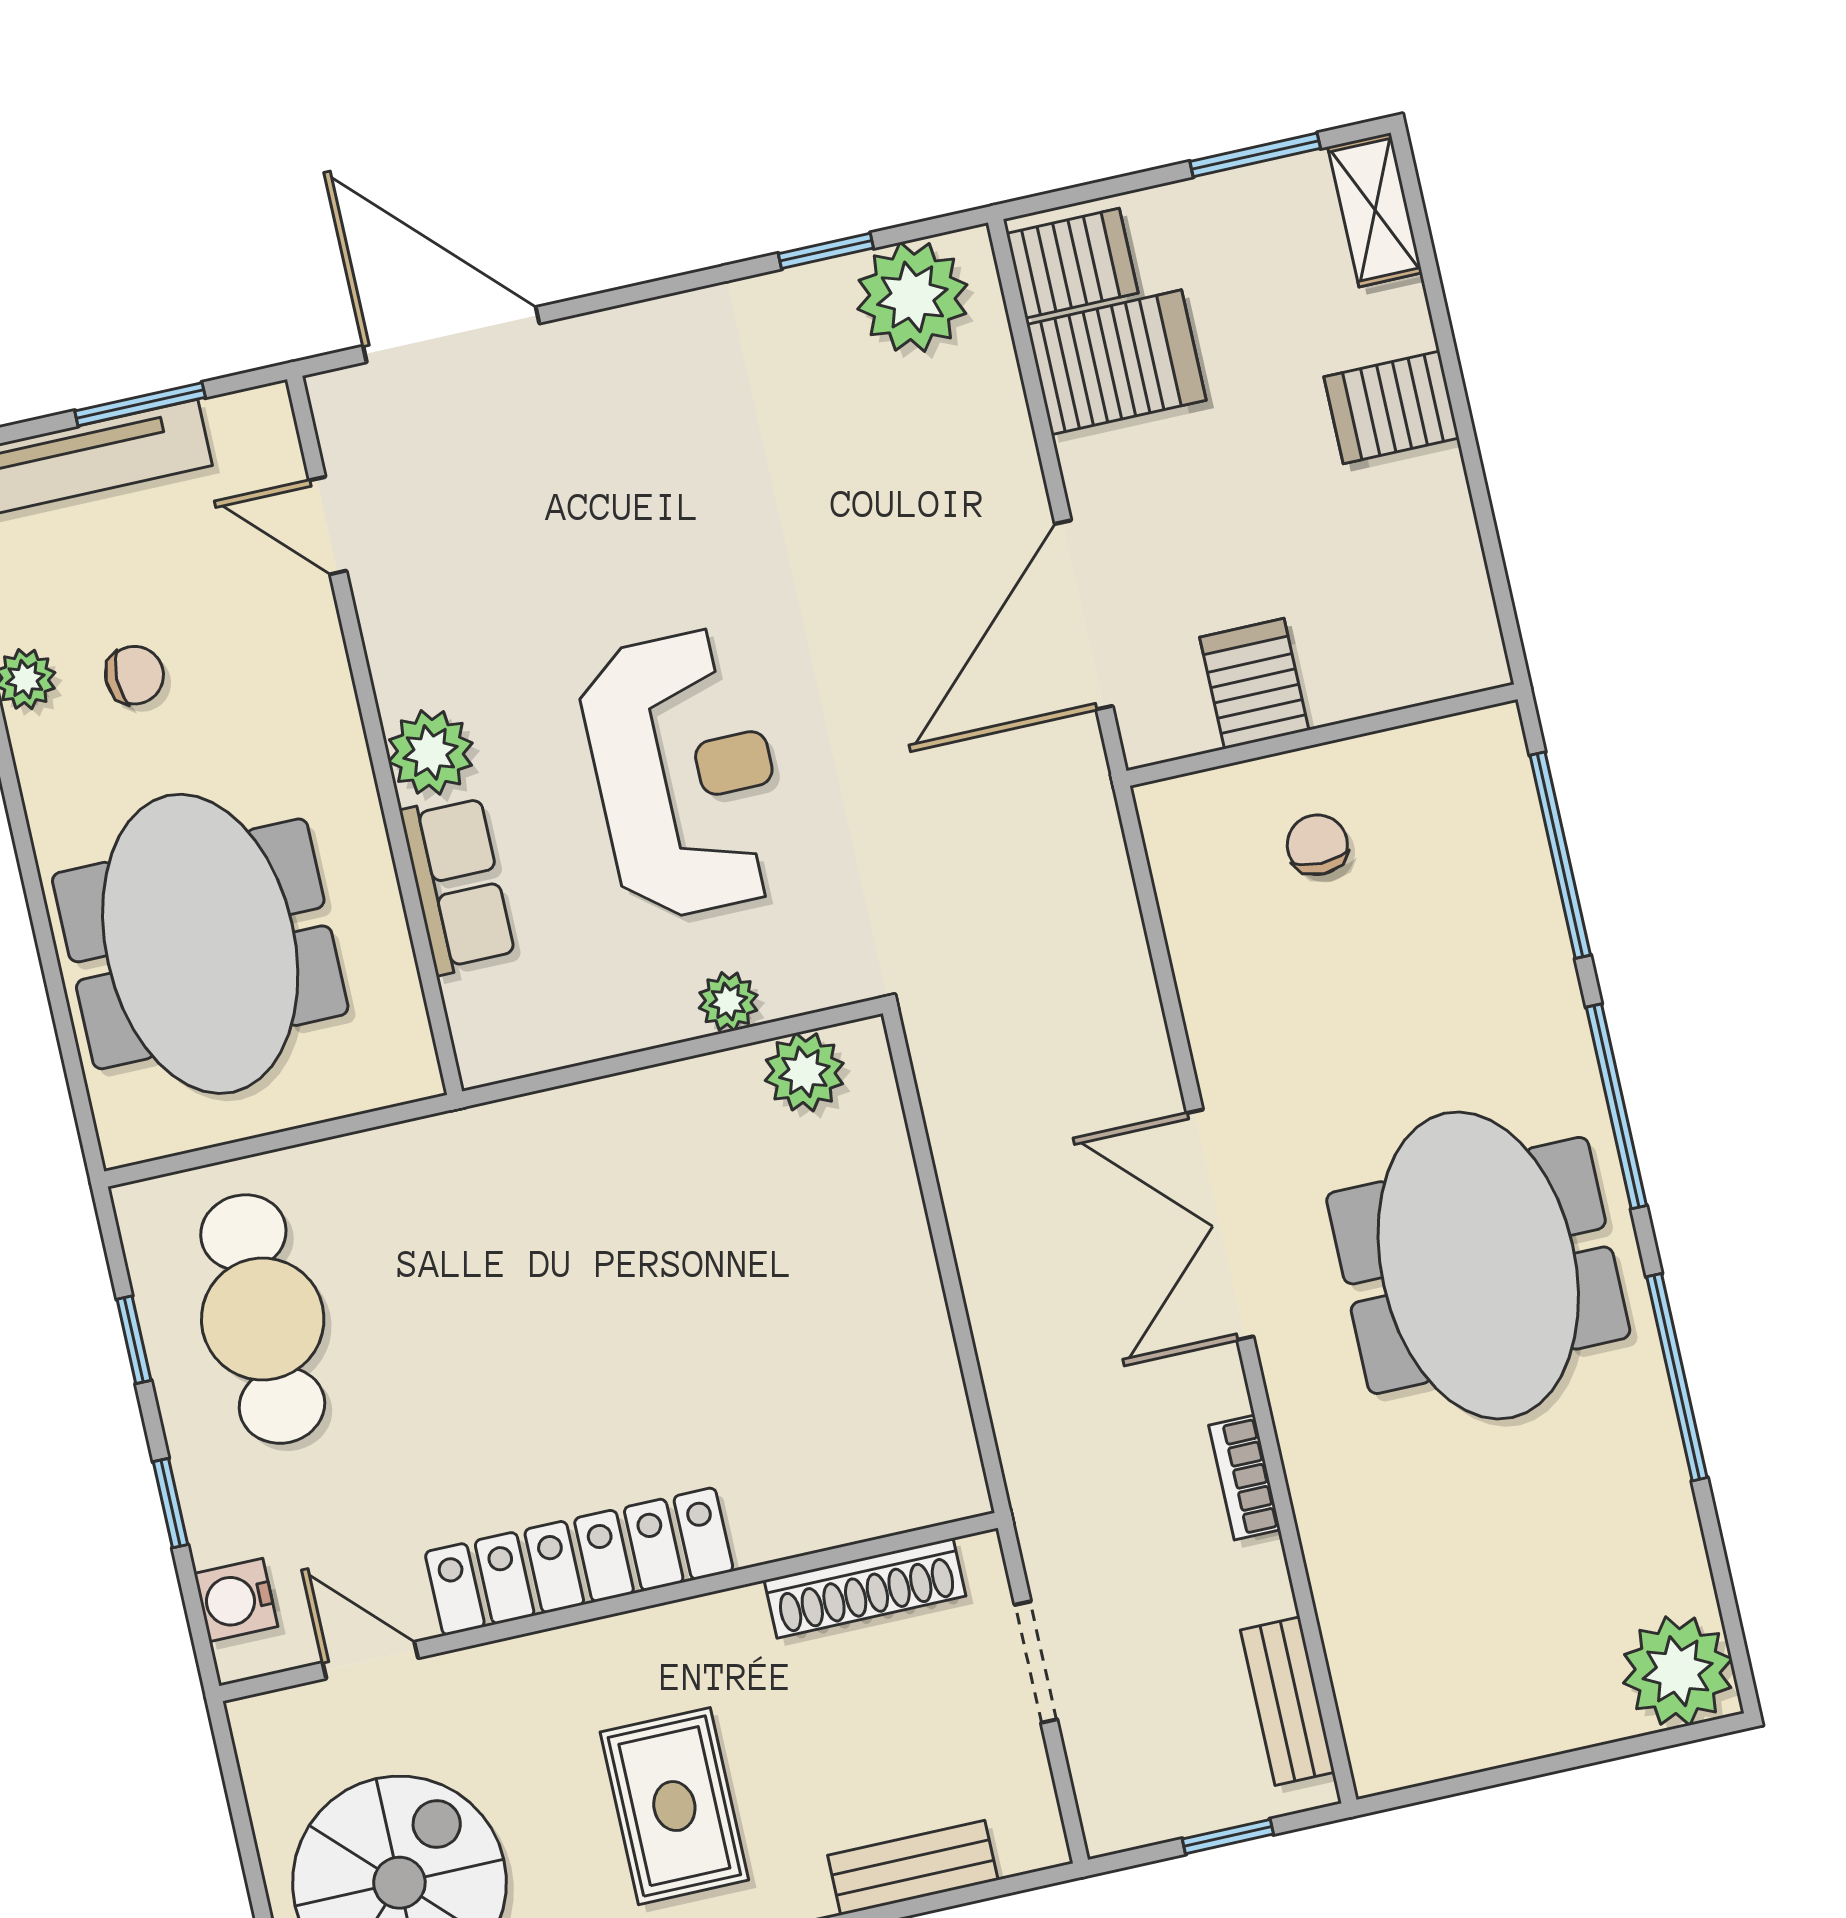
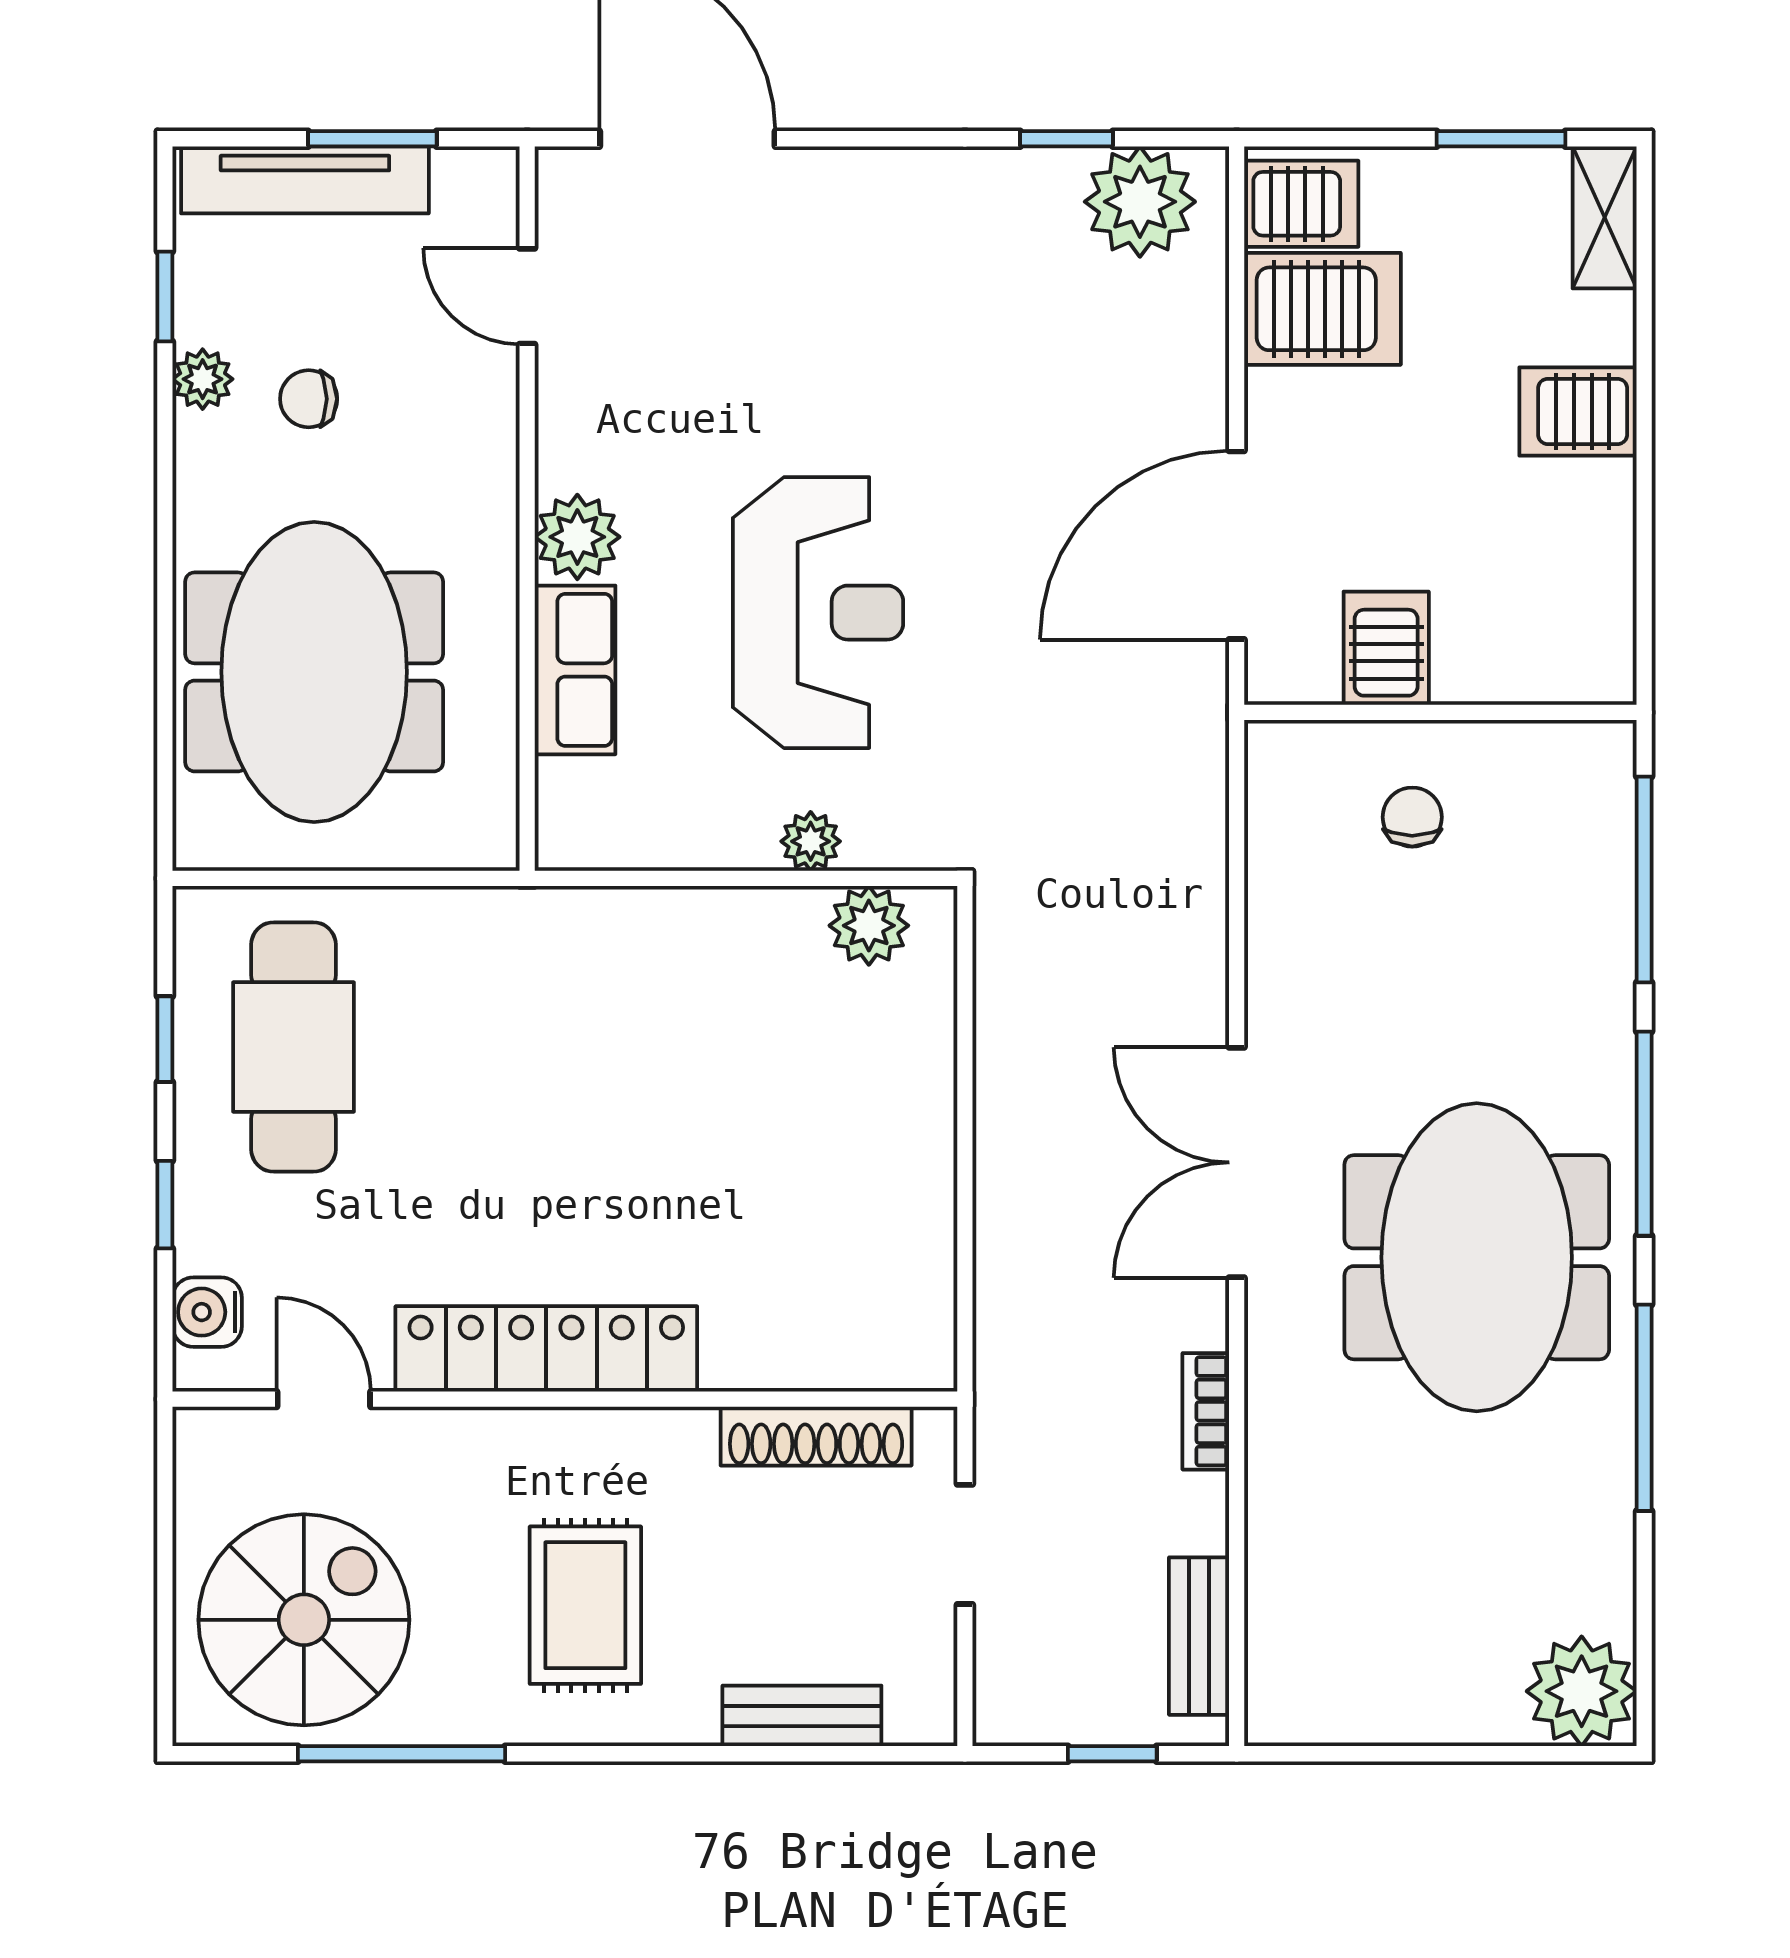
chair: (134, 675) -> (309, 399), turned 180

